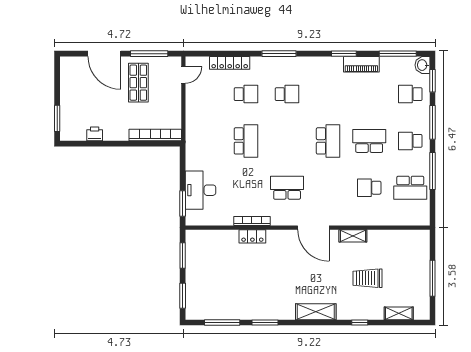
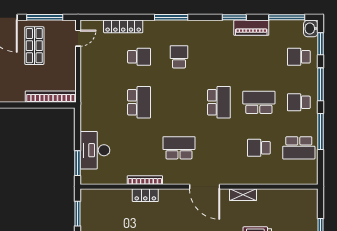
school desk: (287, 94) -> (179, 57), turned -90

